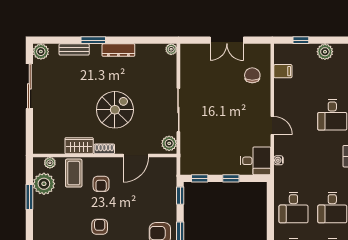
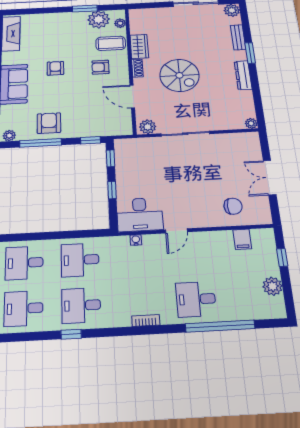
desk: (255, 161) -> (140, 215), width x1.37
armchair: (100, 227) -> (55, 68), turned -90

